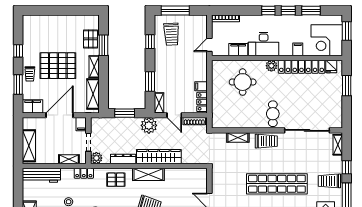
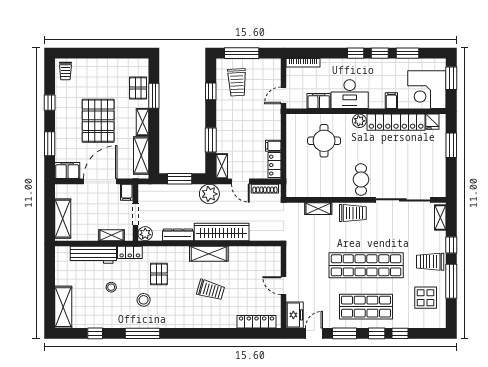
pallet: (58, 66) -> (98, 121), turned 90
trolley: (30, 74) -> (65, 71), moved
workbench: (41, 175) -> (93, 255), moved
pallet: (116, 180) -> (159, 274), moved, turned 90

